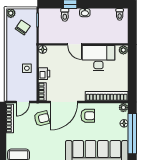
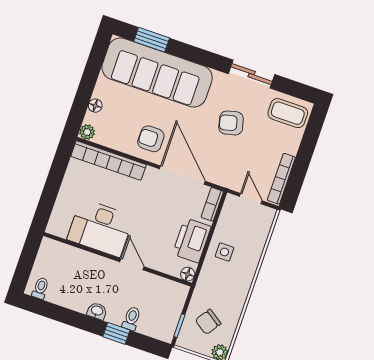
plant: (123, 50) -> (55, 227), removed
printer: (44, 74) -> (192, 240), width x1.87, depth x1.48
door: (23, 102) -> (251, 199), hinge flipped
door: (64, 102) -> (182, 175), hinge flipped
armchair: (42, 119) -> (231, 123), moved
window: (132, 134) -> (87, 84), removed

